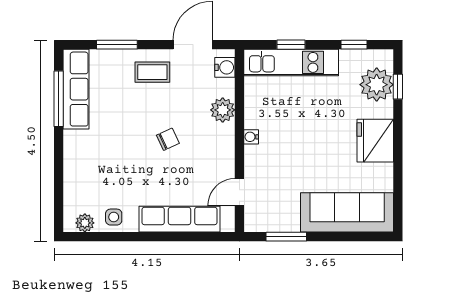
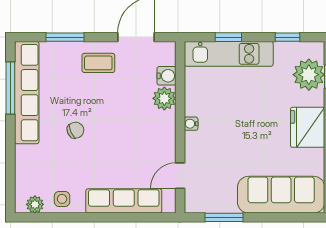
water cooler: (225, 67) -> (167, 76), moved
row of seats: (76, 89) -> (27, 93), width x1.36
chair: (168, 139) -> (75, 130), moved

